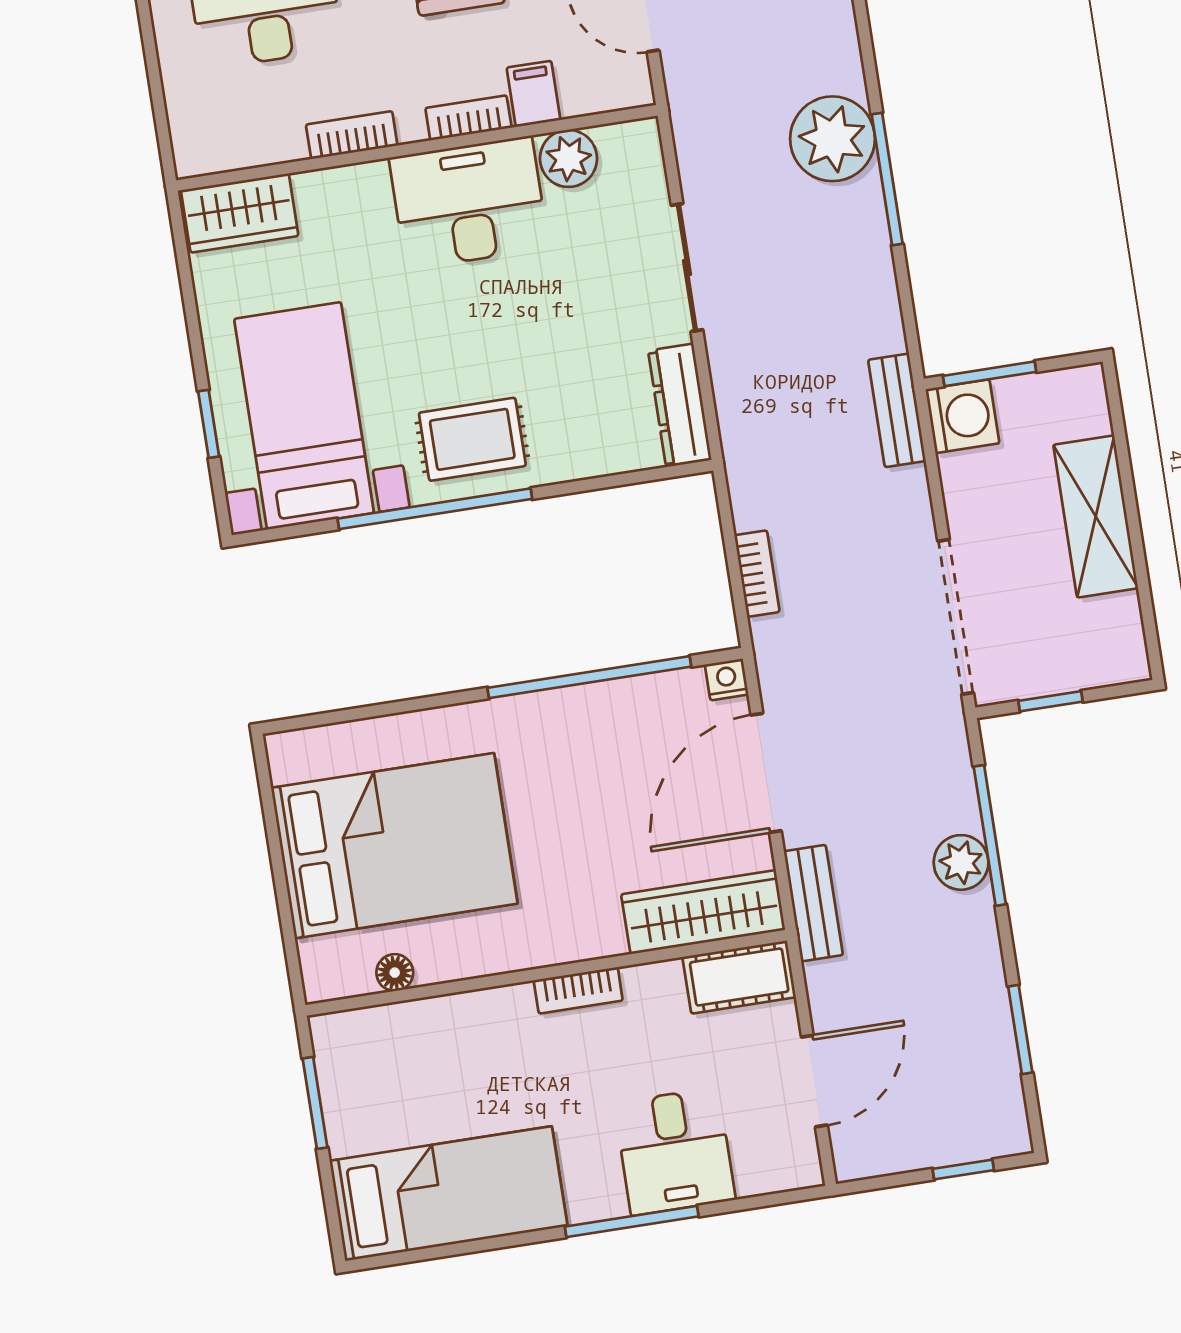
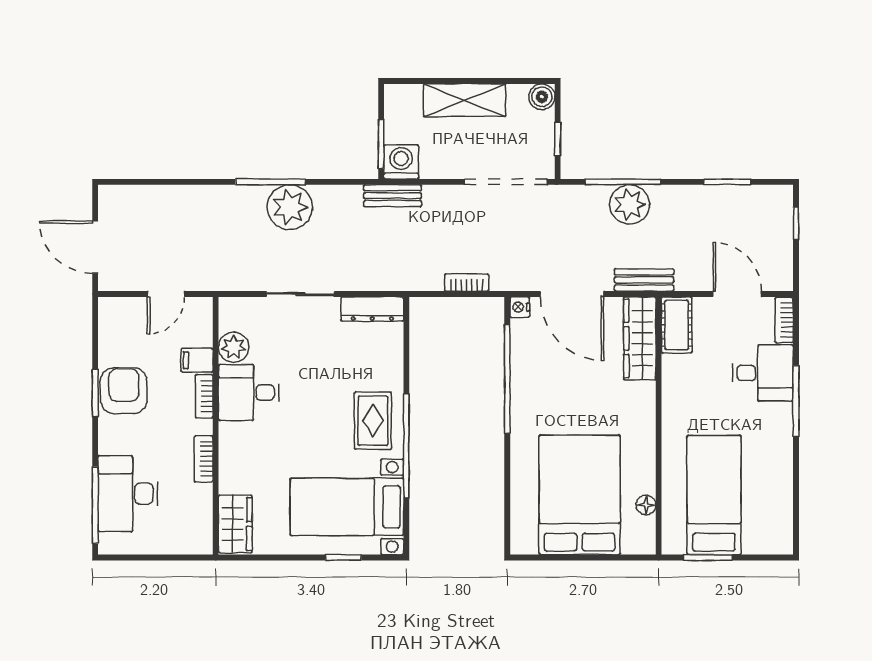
plant: (833, 139) -> (290, 207), moved
desk: (469, 203) -> (249, 393), width x0.73
boiler: (1125, 659) -> (542, 97), added
plant: (961, 862) -> (630, 204), width x1.36, depth x1.36
bookcase: (578, 990) -> (784, 320), moved, turned 180
bed: (448, 1194) -> (714, 495), moved

